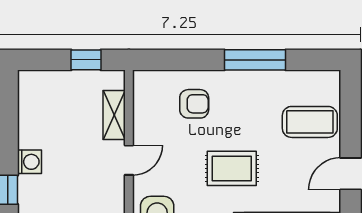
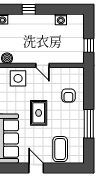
shelving: (114, 115) -> (63, 59), removed
washing machine: (29, 162) -> (61, 19), moved

